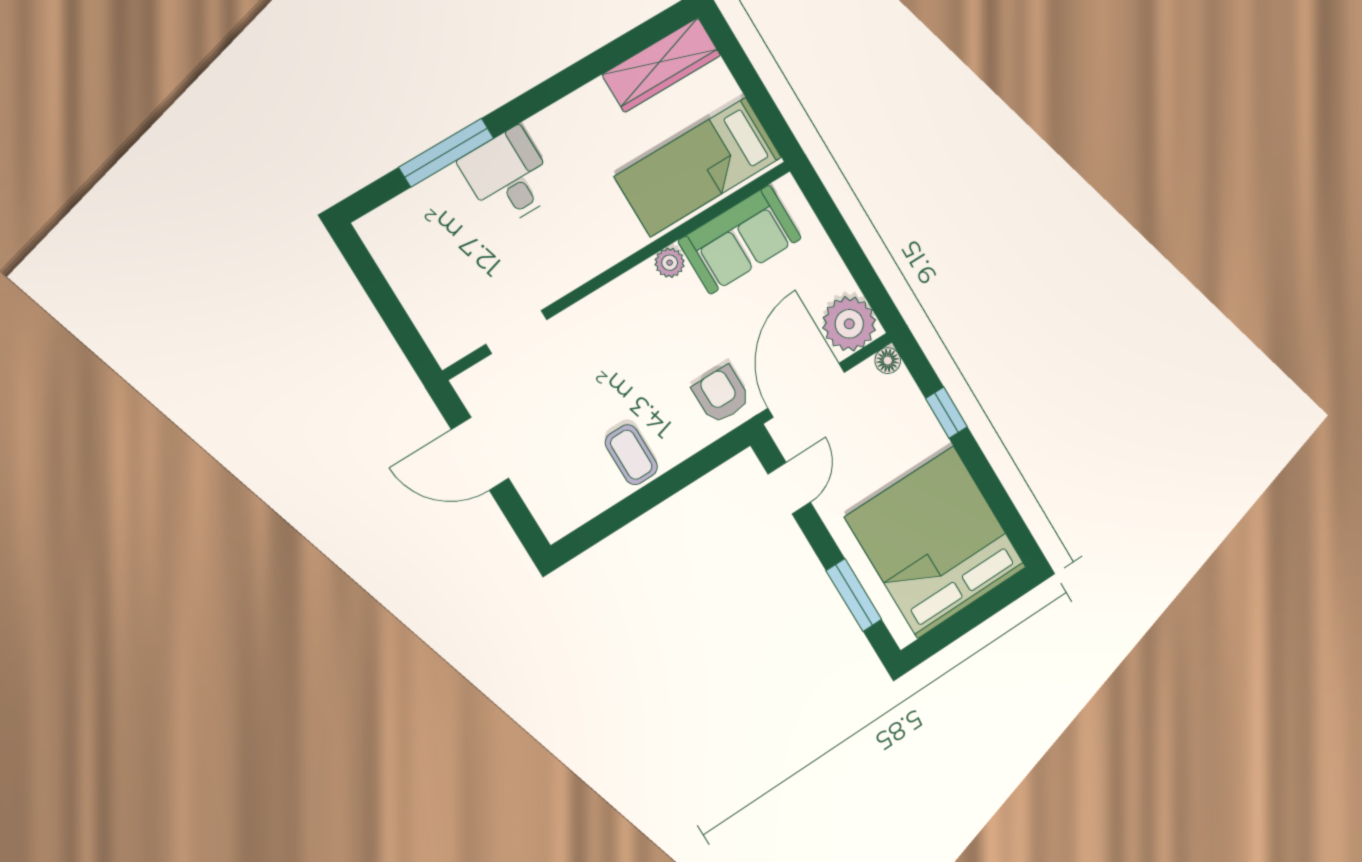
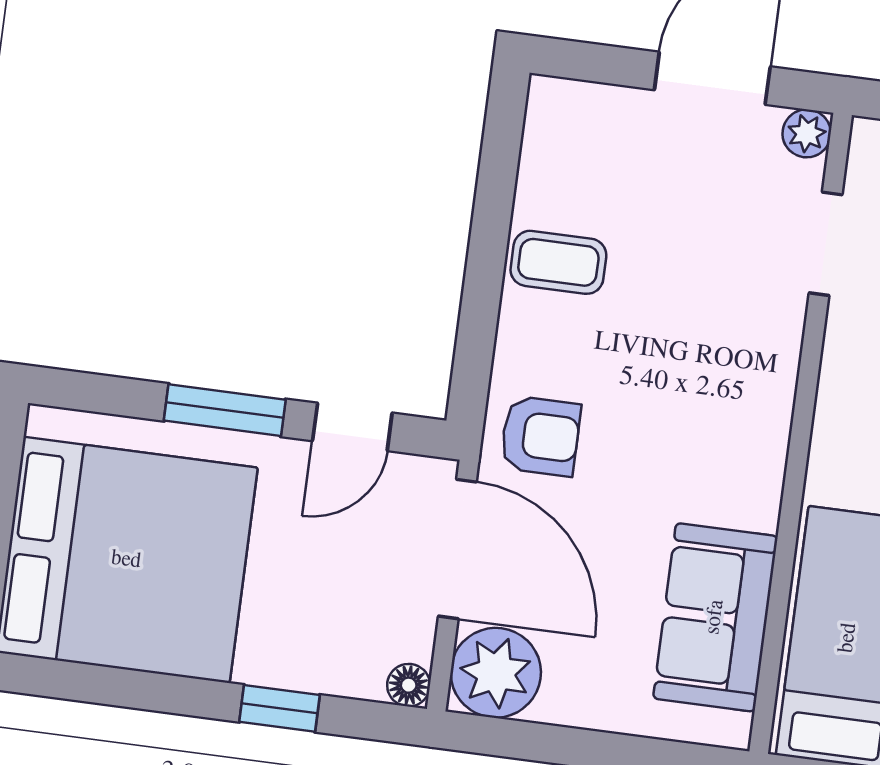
plant: (670, 263) -> (807, 133), moved
door: (789, 488) -> (352, 427), hinge flipped
window: (854, 595) -> (225, 410), moved

